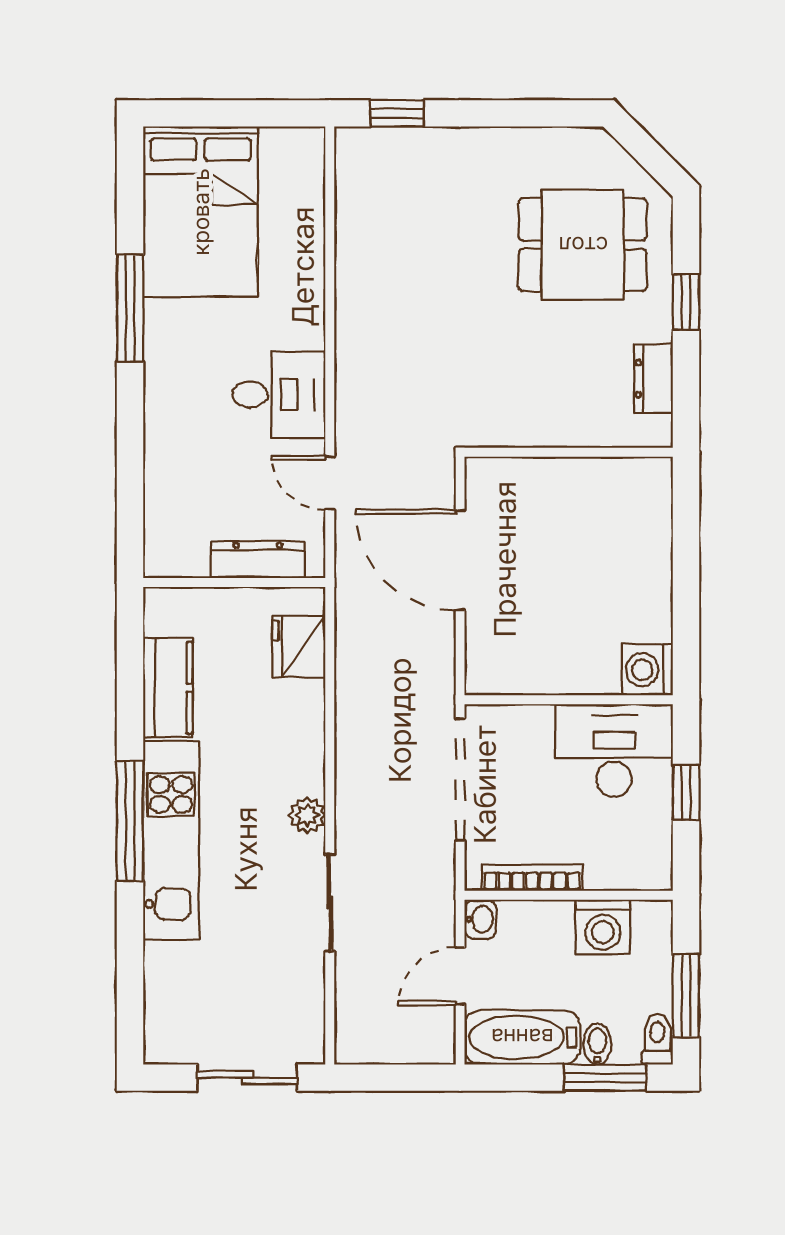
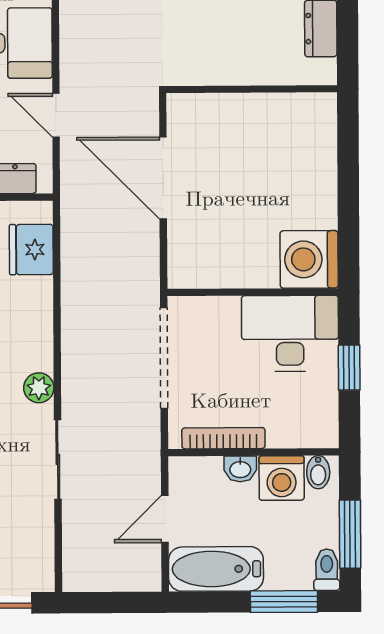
washing machine: (647, 670) -> (309, 259), width x1.37, depth x1.37
washbasin: (480, 919) -> (240, 469), moved, turned 90
bidet: (597, 1044) -> (318, 472), moved, turned 180

